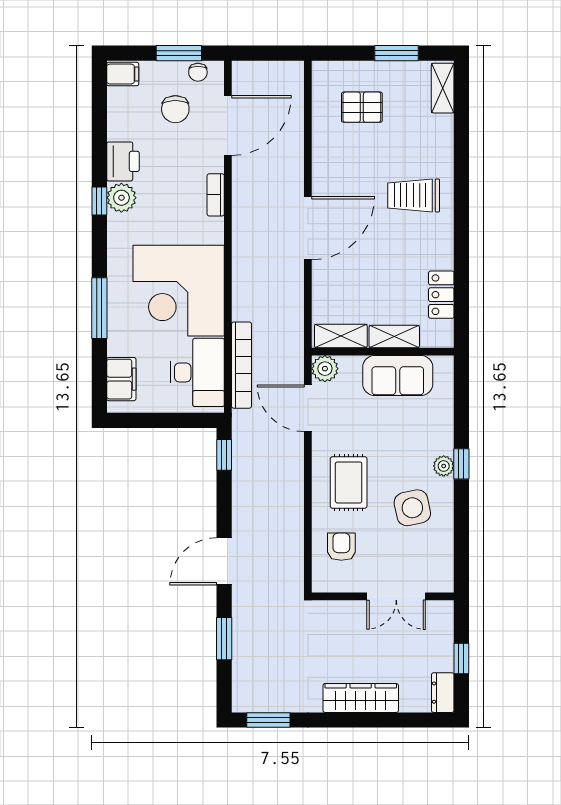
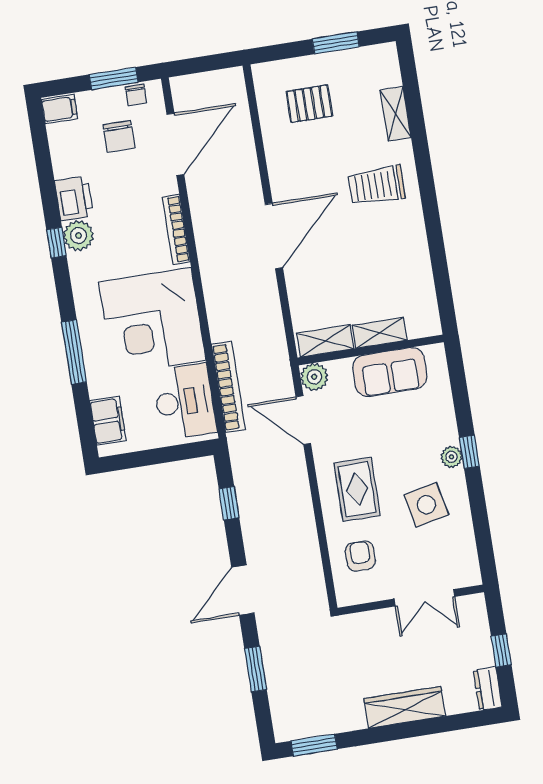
shelving: (443, 88) -> (396, 114), moved
bookcase: (216, 195) -> (176, 229), width x1.56
locker: (441, 295) -> (421, 282), removed
window: (224, 455) -> (229, 503), moved

